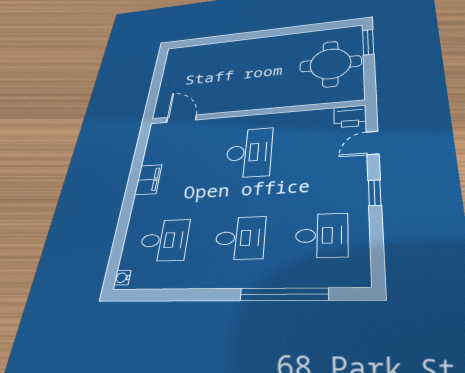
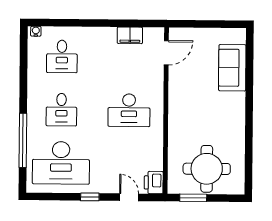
window: (368, 42) -> (193, 198), moved
sofa: (210, 55) -> (232, 68), added
filing cabinet: (148, 180) -> (130, 35), moved
desk: (322, 235) -> (61, 163), width x1.87, depth x1.30

